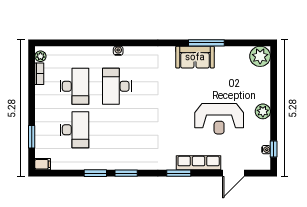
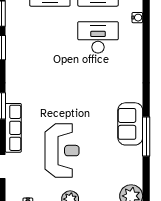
water cooler: (118, 51) -> (137, 18), moved
reception desk: (219, 119) -> (62, 151), turned 180

